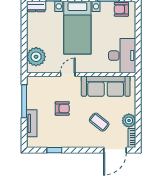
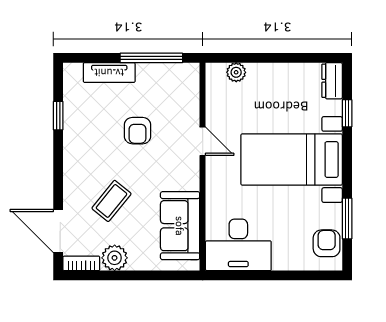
plant: (36, 57) -> (236, 72), width x0.53, depth x0.53
sofa: (106, 86) -> (180, 226), width x0.73

